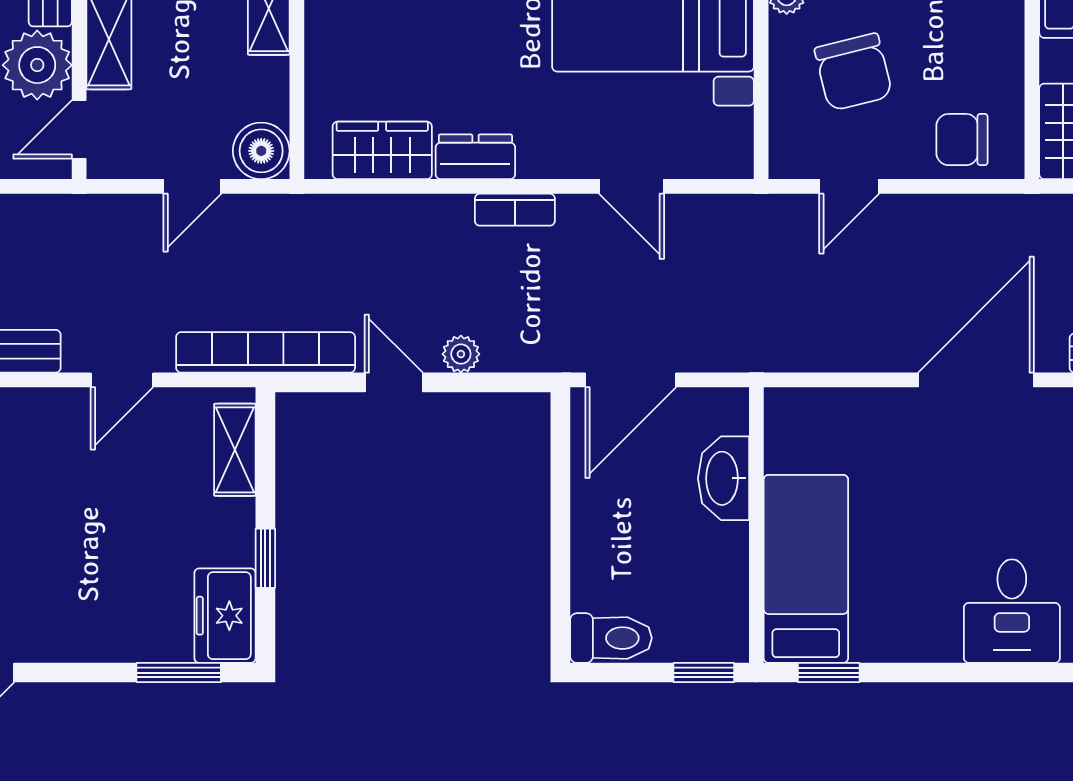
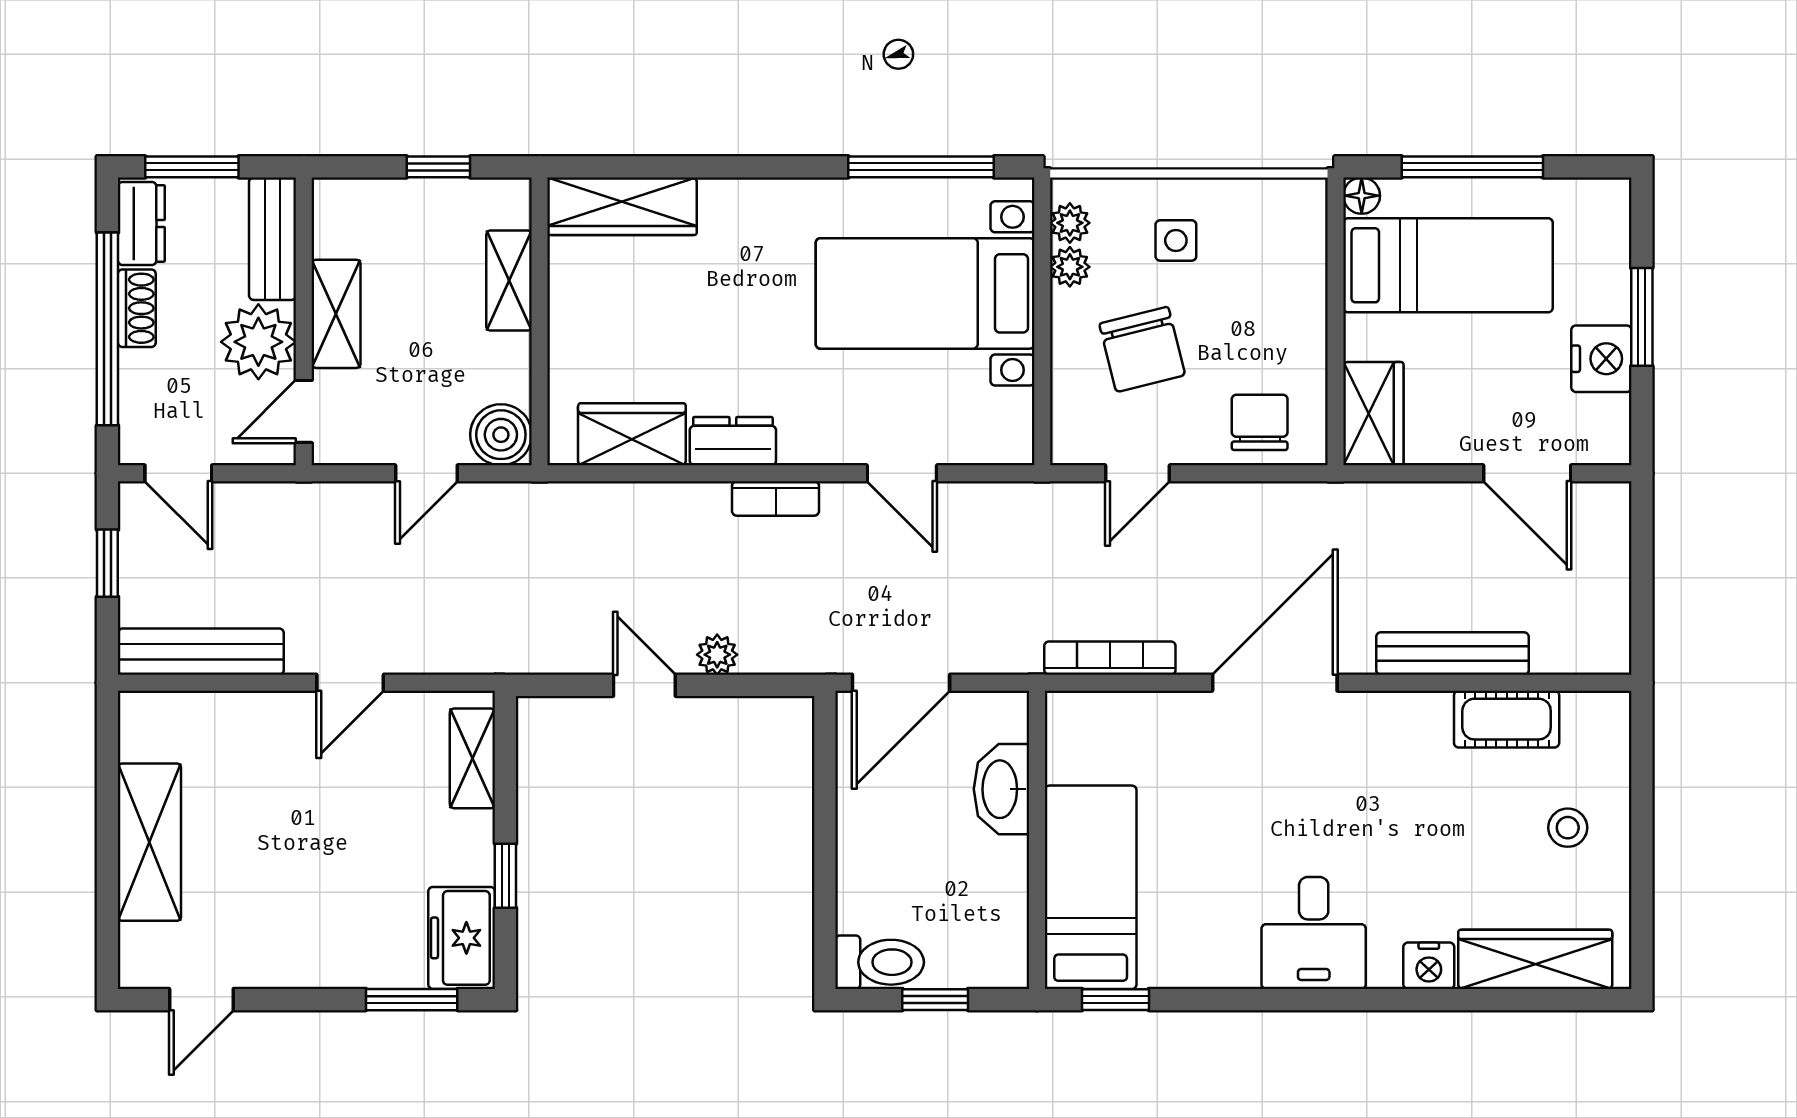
chair: (962, 140) -> (1260, 422), turned 90
bookcase: (266, 352) -> (1110, 658), moved, width x0.68, depth x0.76
window: (704, 673) -> (935, 1000), moved

